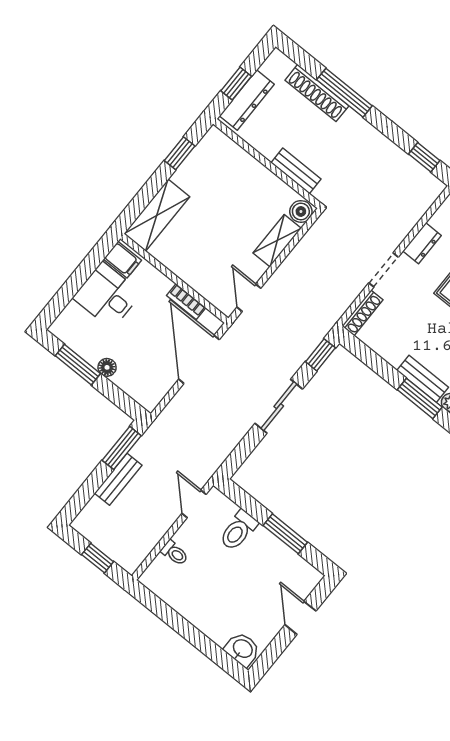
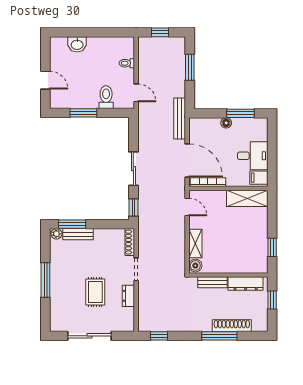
dresser: (247, 100) -> (246, 284), moved, turned -90
shelving: (157, 215) -> (247, 198), moved, turned 90
bookcase: (186, 302) -> (208, 182), width x1.56
window: (122, 448) -> (190, 67), moved
bench: (118, 479) -> (180, 118), moved, width x1.36
washbasin: (242, 649) -> (77, 44), moved

